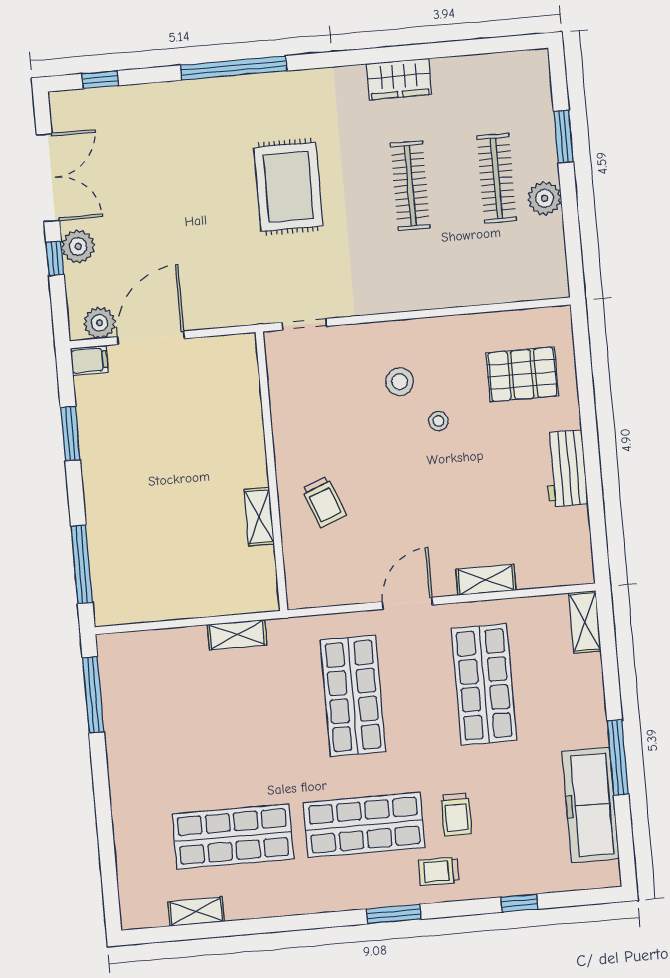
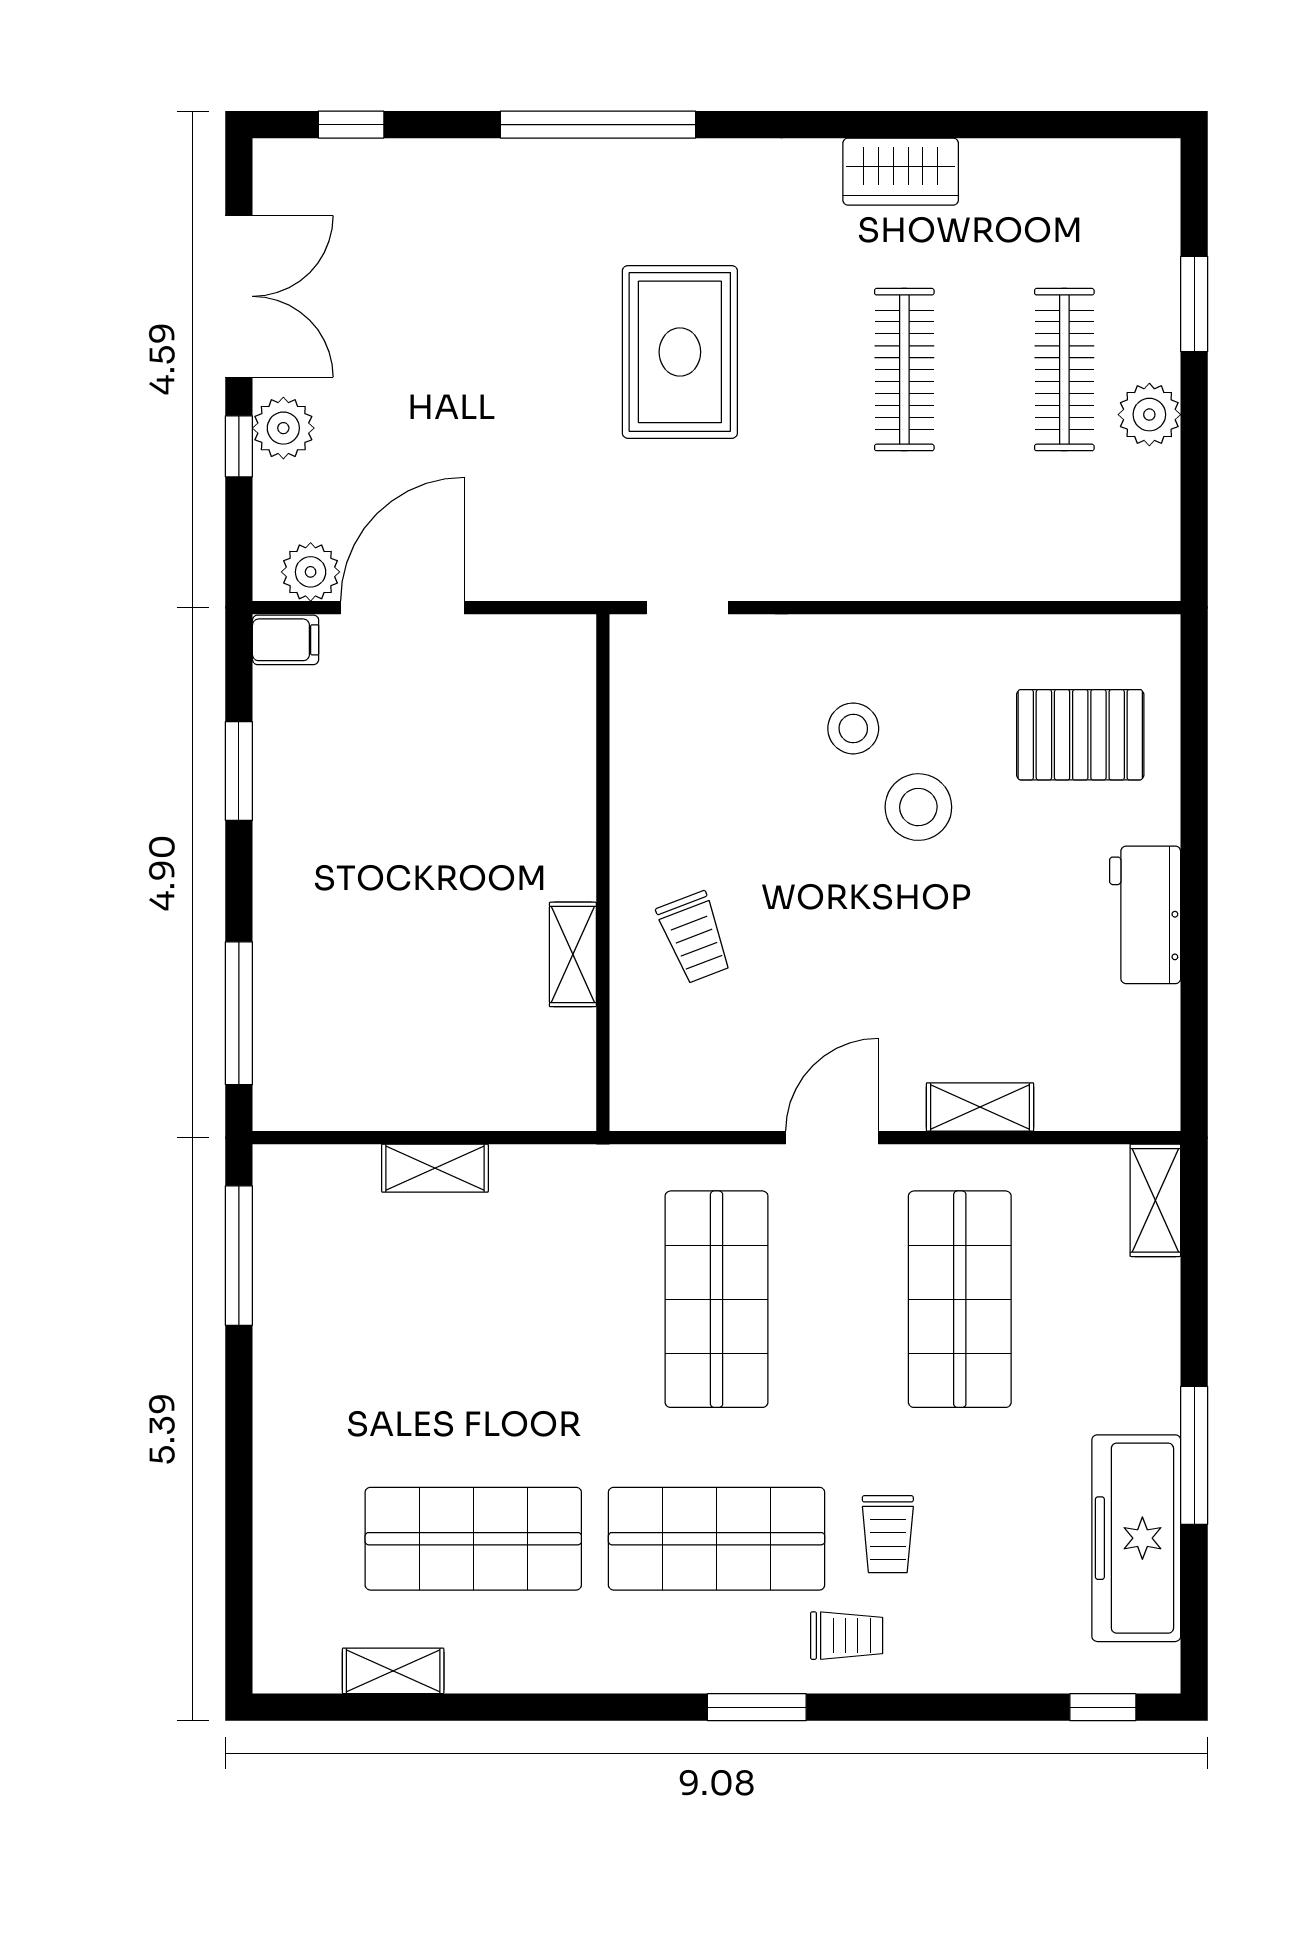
stool: (438, 421) -> (918, 807), width x1.89, depth x1.89
shelving: (237, 635) -> (435, 1168), moved
trolley: (439, 871) -> (847, 1636), turned 180
window: (519, 903) -> (1103, 1707), moved

